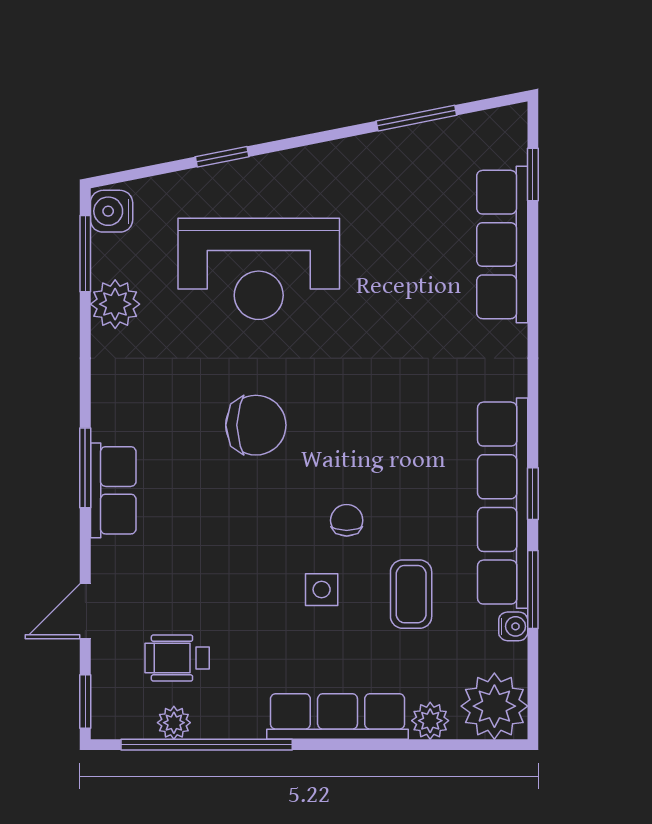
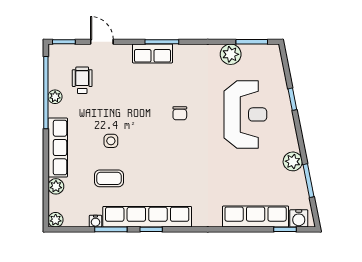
plant: (371, 156) -> (293, 161), added
water cooler: (112, 211) -> (299, 218), moved, turned 180
reception desk: (259, 269) -> (245, 114), turned 180
chair: (256, 425) -> (180, 113), width x0.54, depth x0.54
chair: (347, 520) -> (140, 151), removed
plant: (494, 706) -> (56, 220), width x0.53, depth x0.53
plant: (174, 723) -> (55, 97), moved

